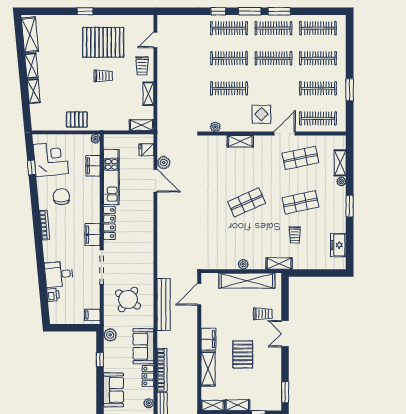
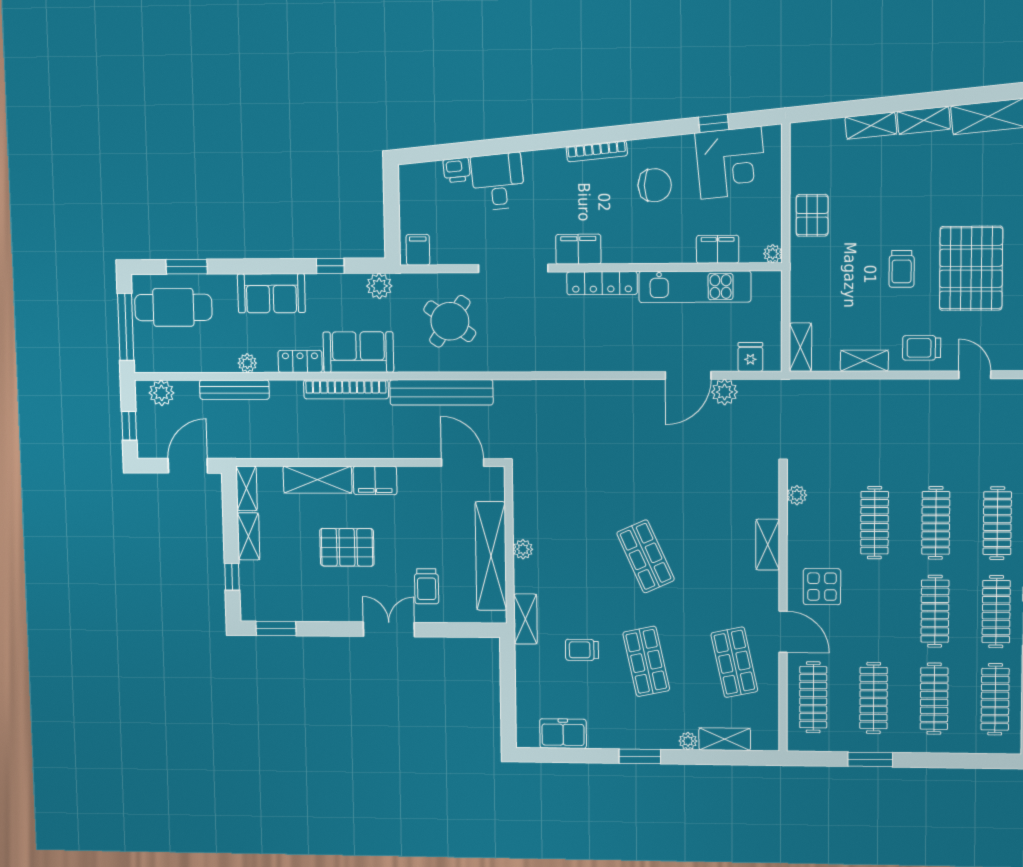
bookcase: (162, 370) -> (346, 389), moved

